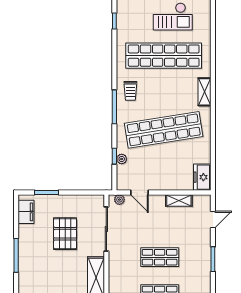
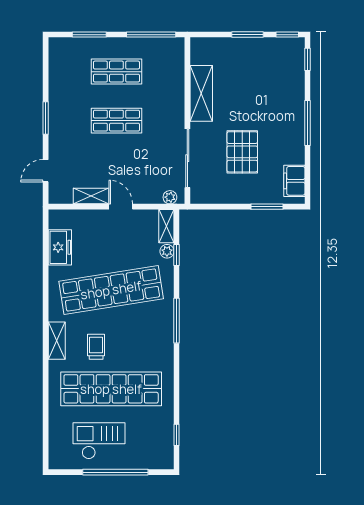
trolley: (130, 91) -> (96, 347), moved
freezer: (202, 177) -> (60, 247), moved
shelving: (122, 178) -> (166, 226), added
door: (140, 192) -> (121, 207), moved

